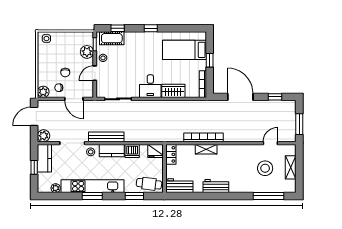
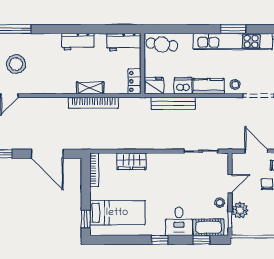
window: (210, 60) -> (86, 219), moved
desk: (150, 86) -> (179, 221), moved, turned 180
bench: (106, 137) -> (173, 103), moved
window: (134, 196) -> (180, 29), removed

